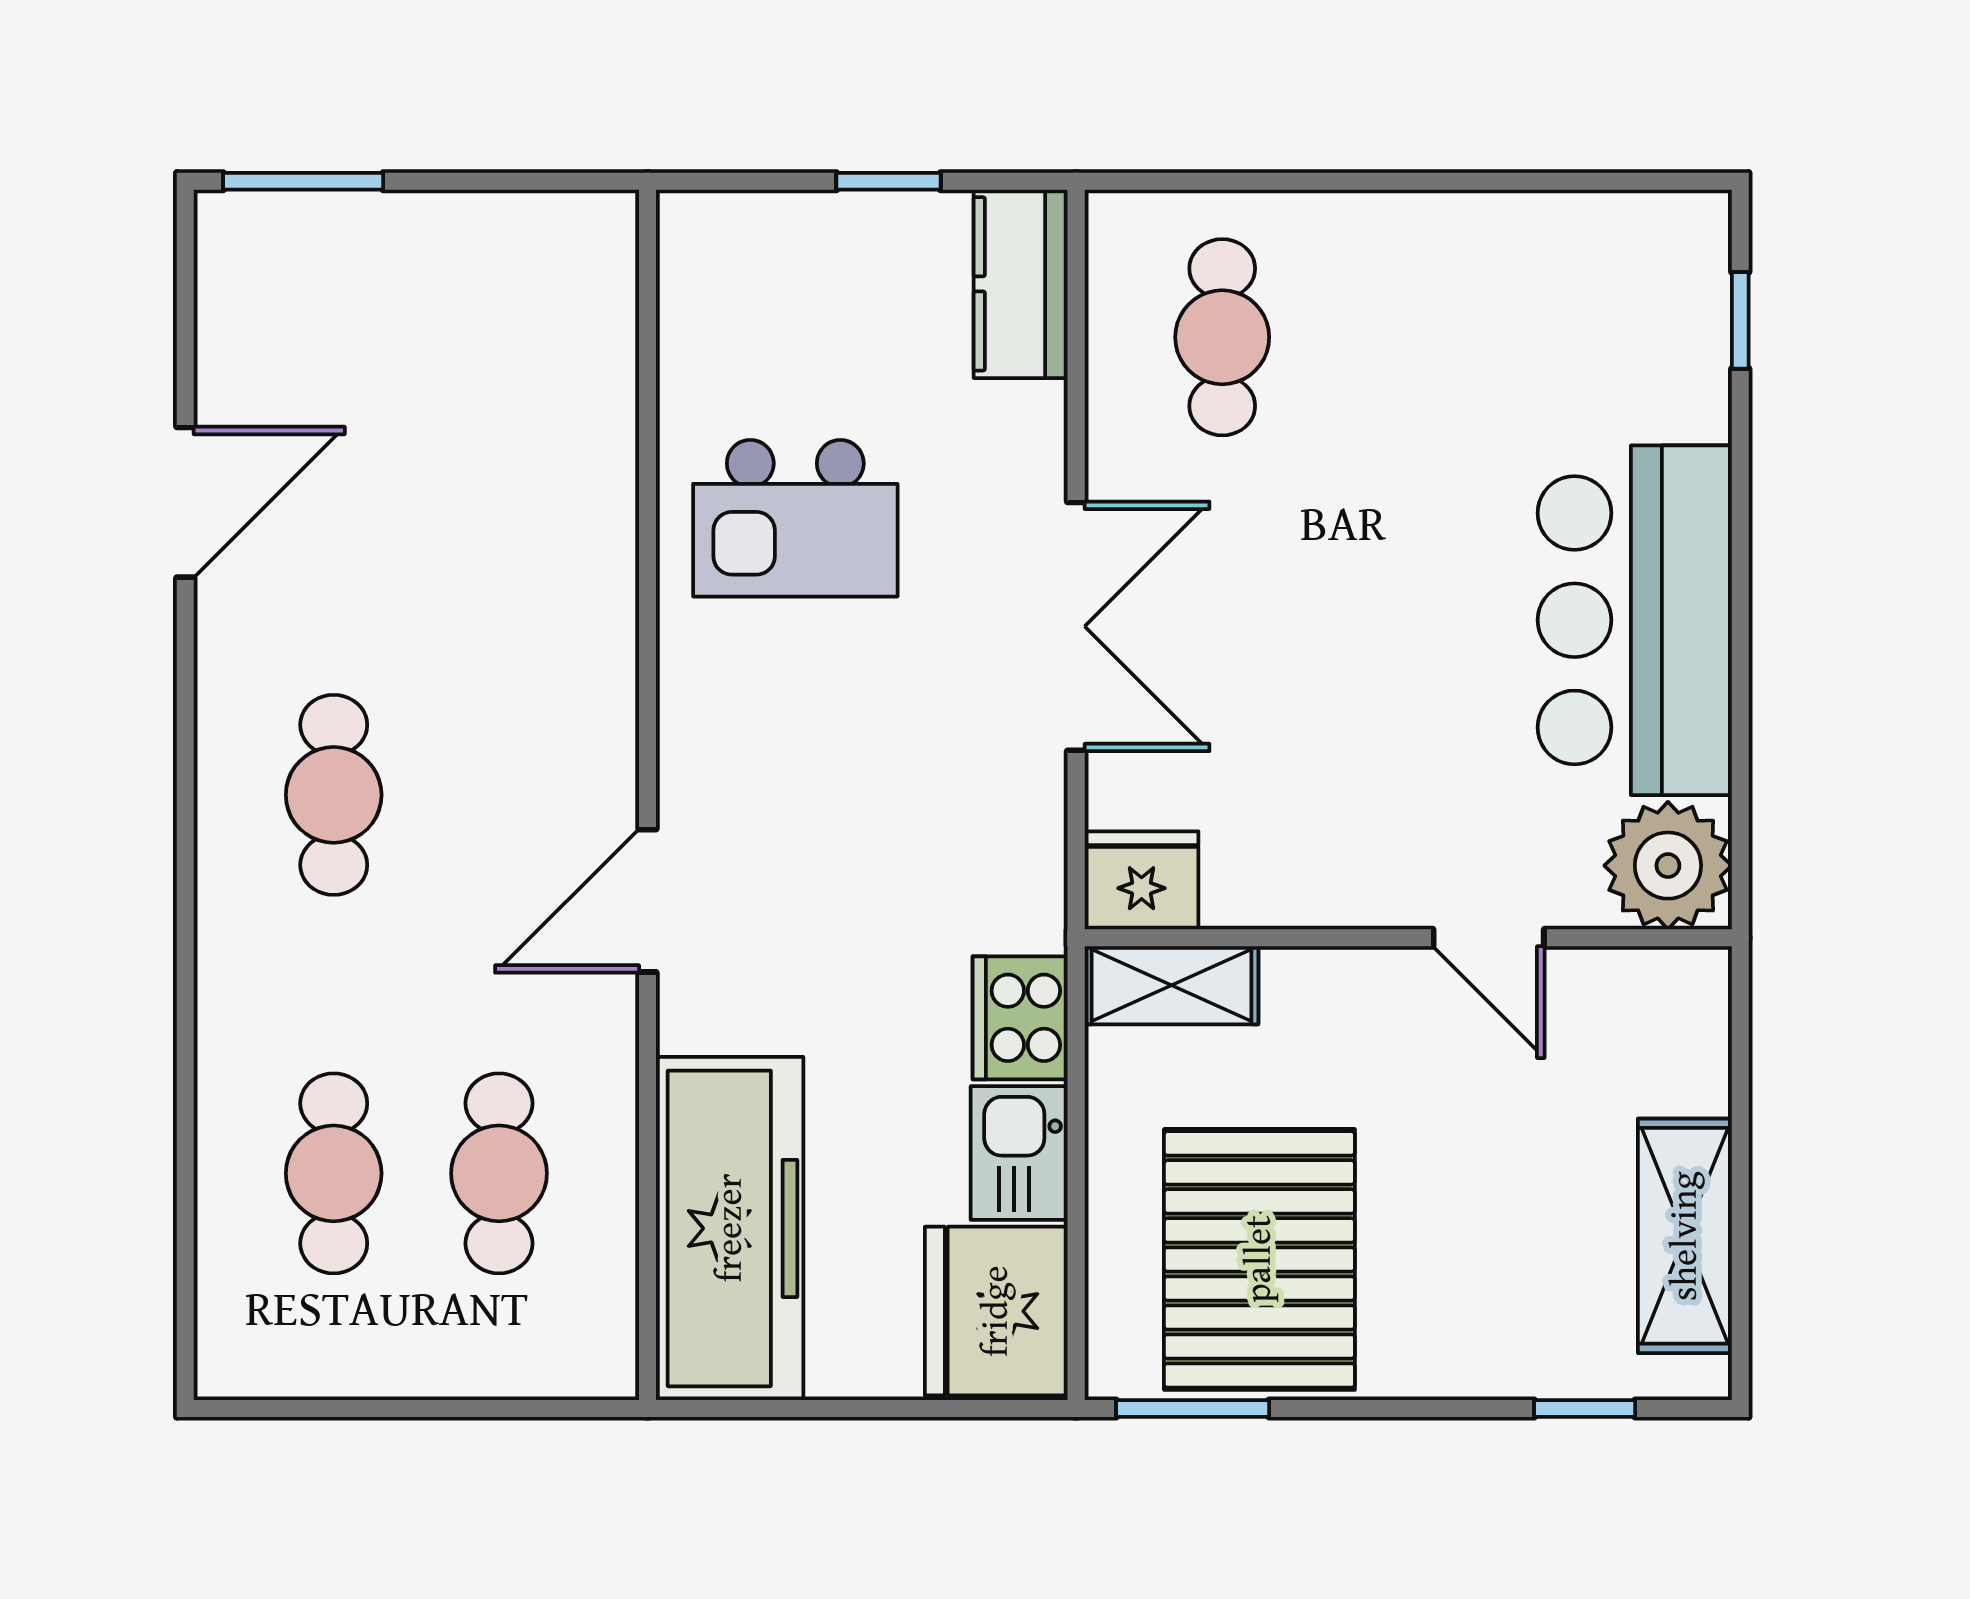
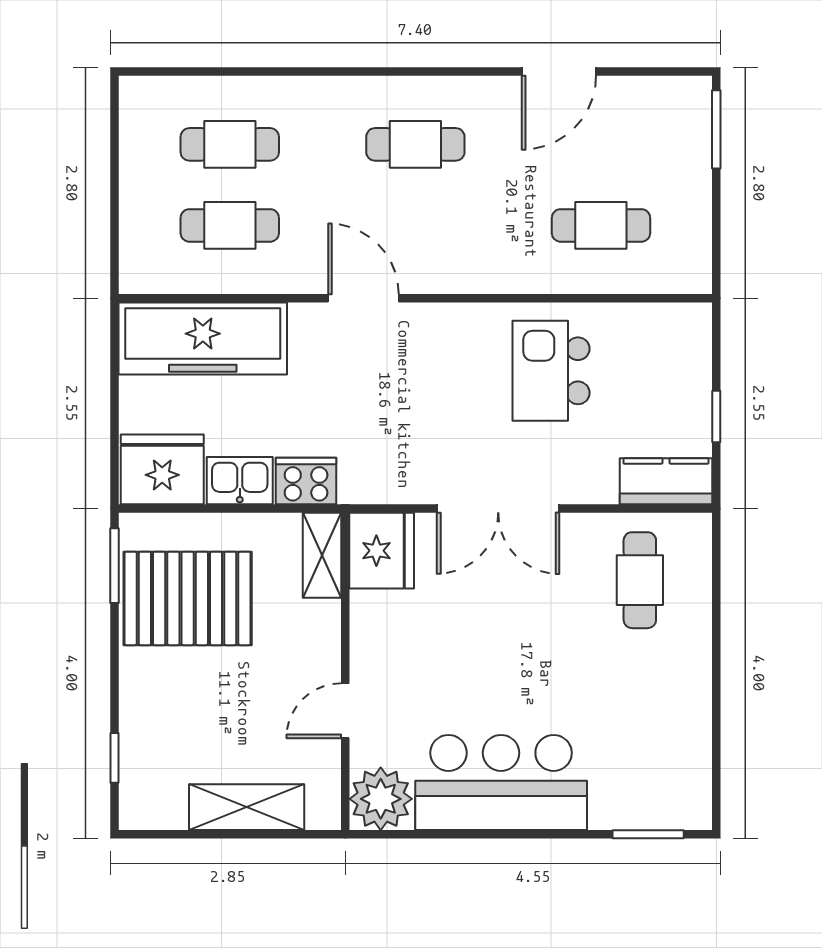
window: (1740, 320) -> (648, 834), width x1.50
cafe table: (1222, 337) -> (640, 580), turned 90
cafe table: (499, 416) -> (601, 225), added
door: (185, 502) -> (559, 72), hinge flipped
fridge: (1142, 880) -> (382, 551), width x1.36, depth x1.34
shelving: (1685, 1236) -> (247, 807), moved

